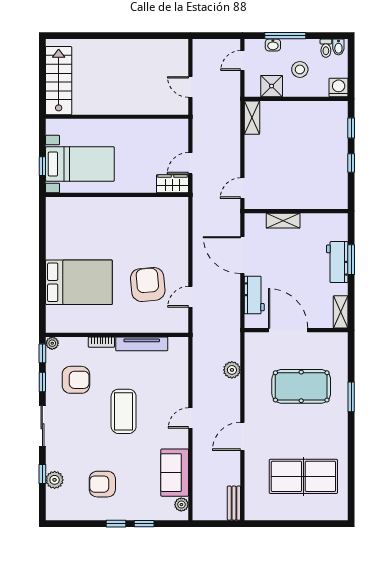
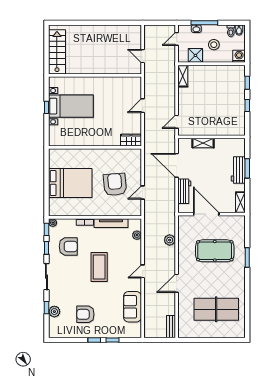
wardrobe: (173, 184) -> (131, 140), moved
wall: (117, 195) -> (95, 147), moved
plant: (181, 505) -> (137, 235), moved

